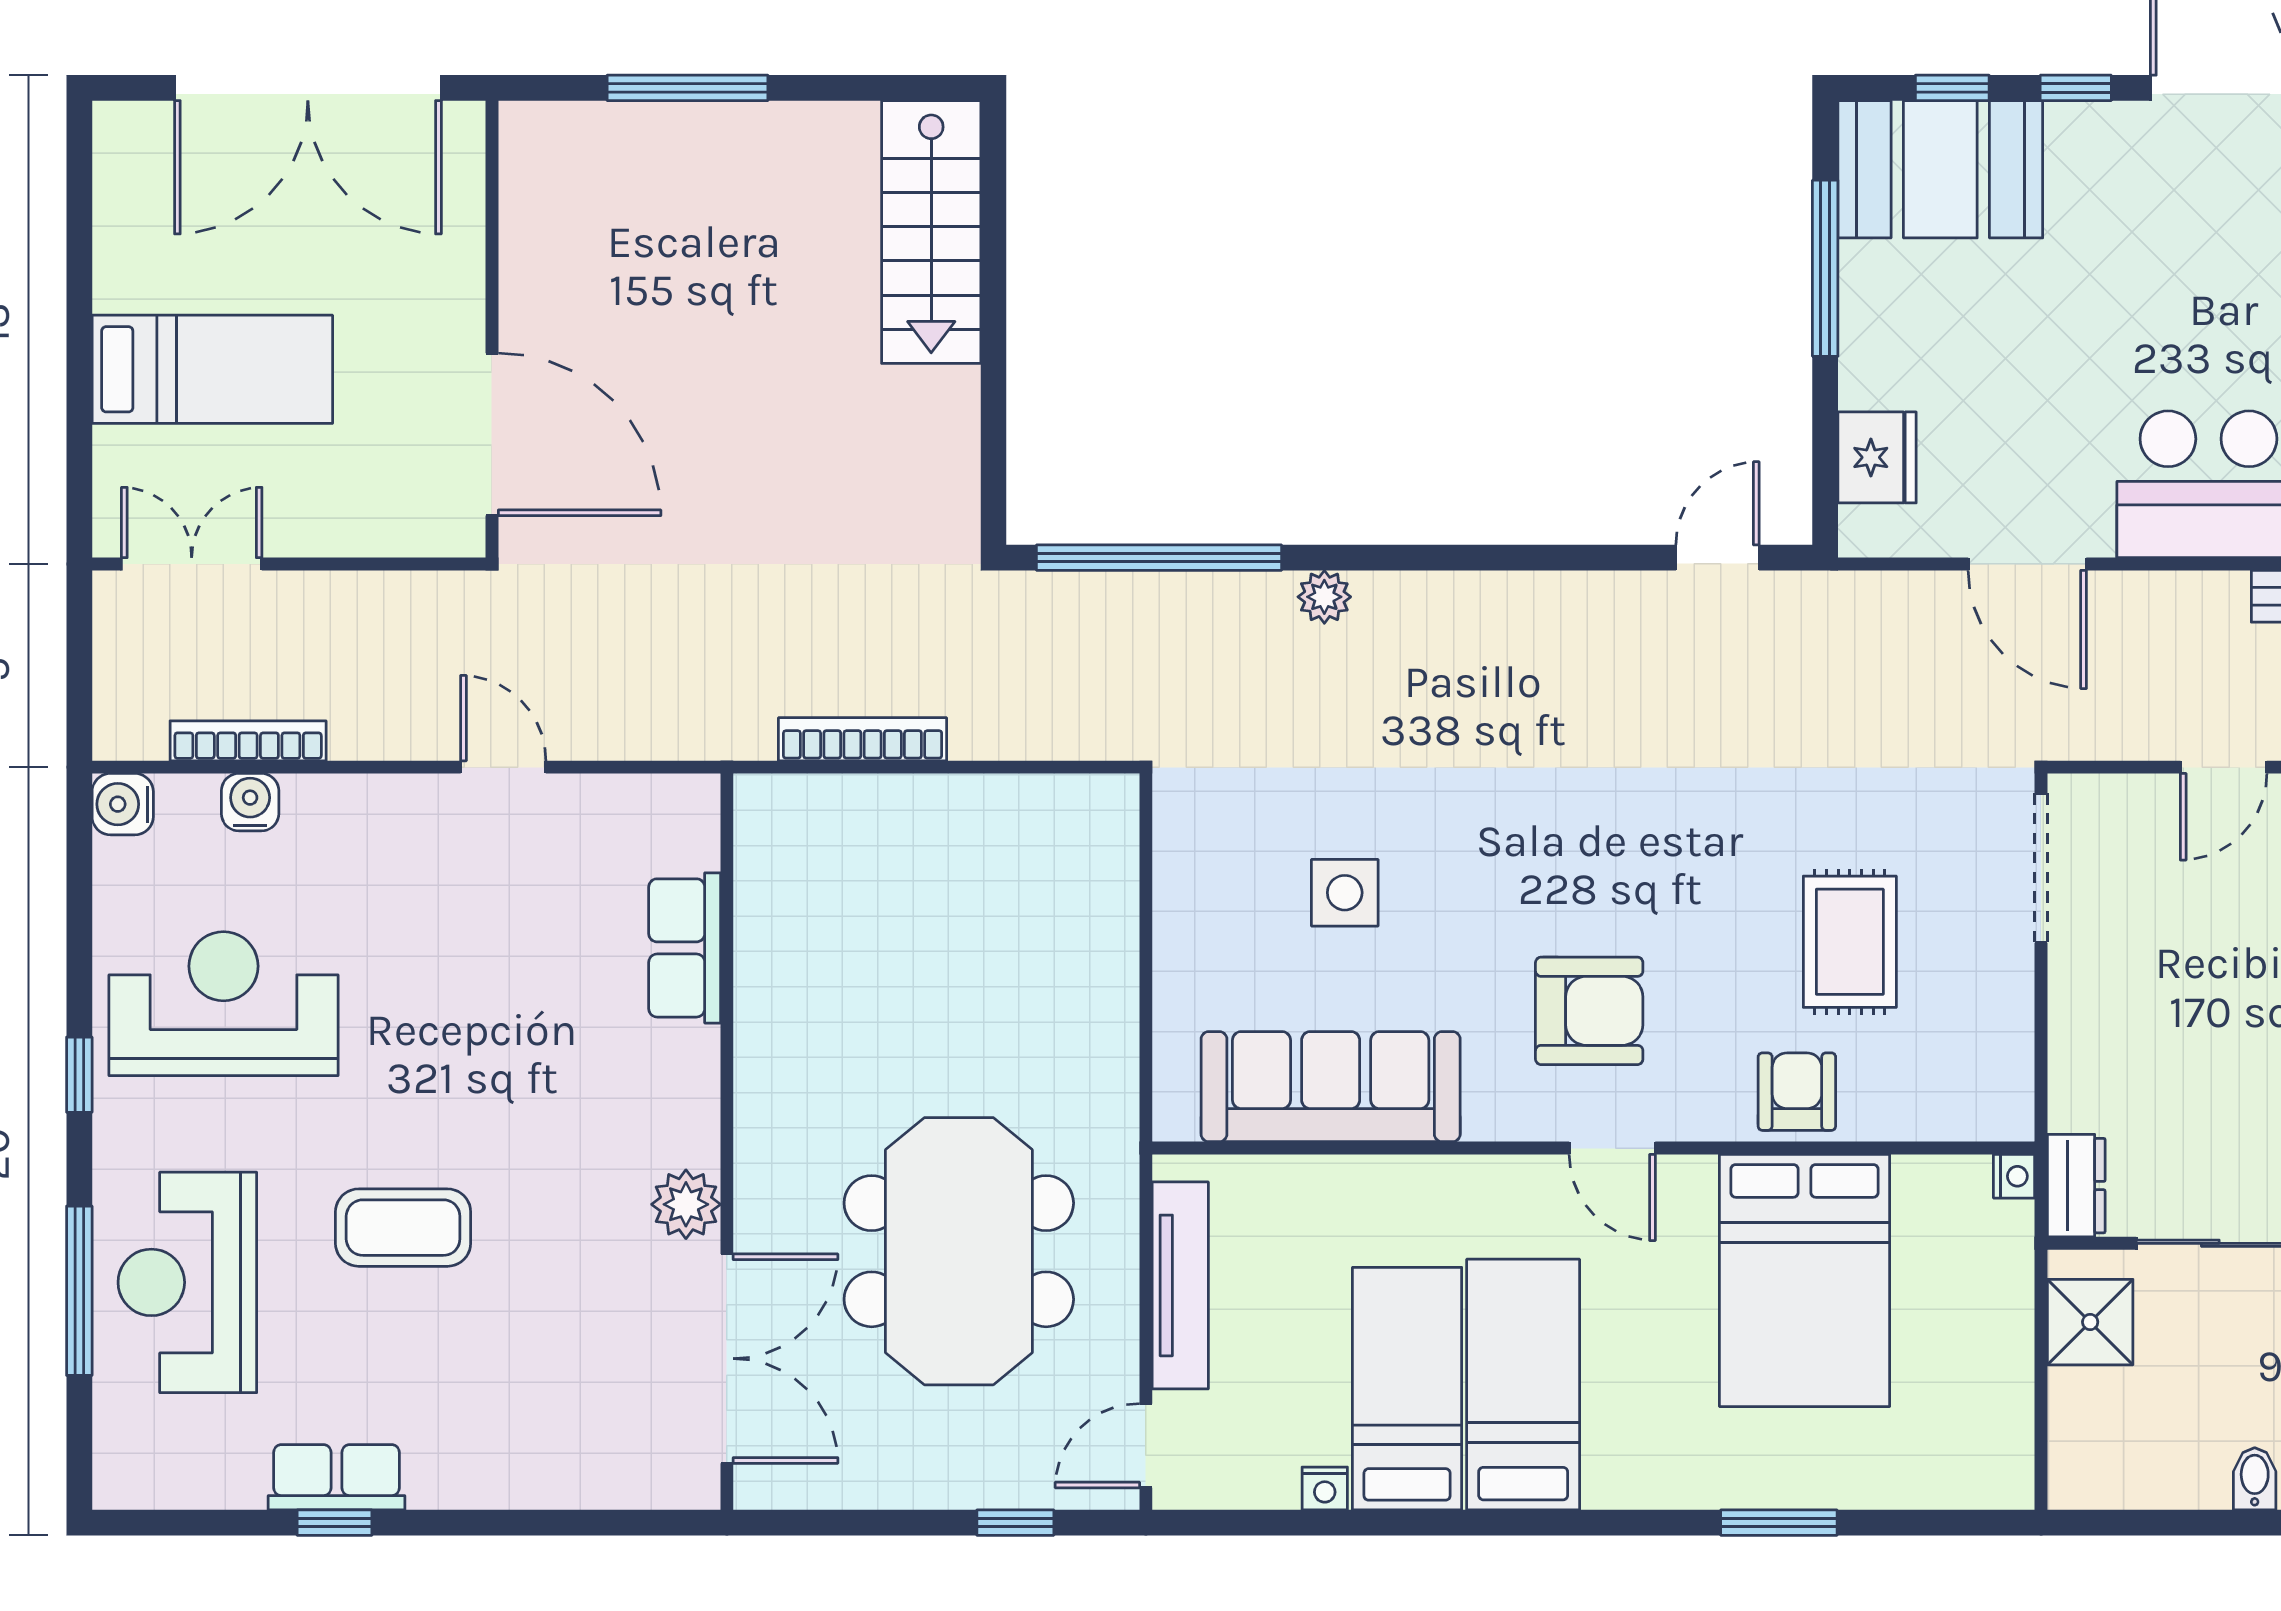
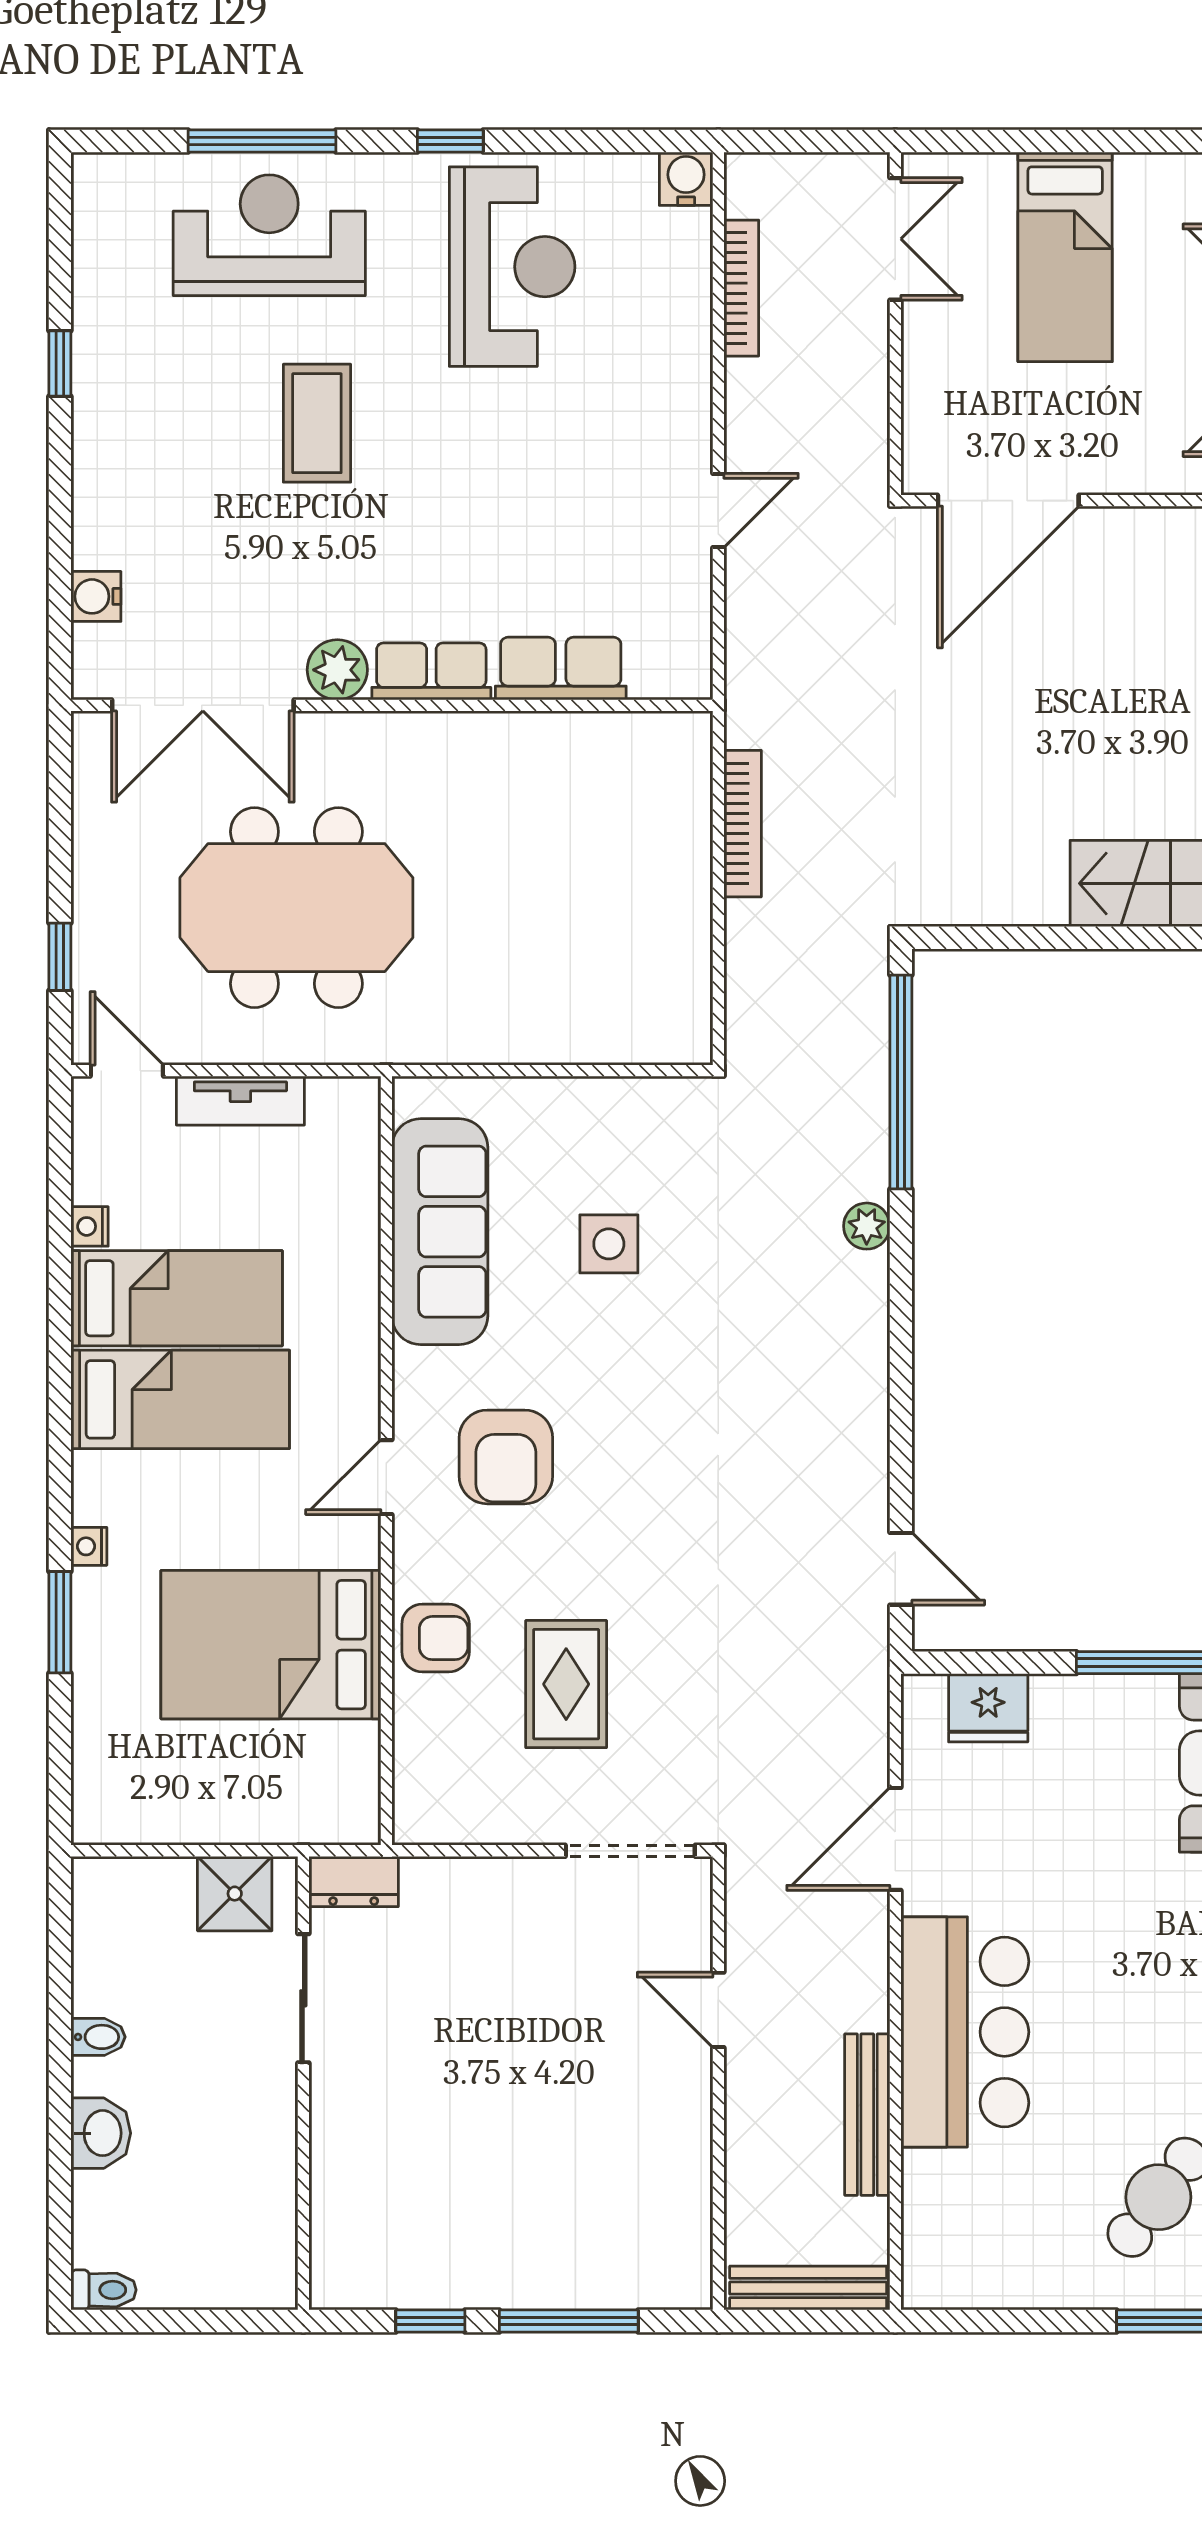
water cooler: (250, 802) -> (96, 596), moved, turned 180
rug: (1850, 942) -> (566, 1684), turned 90
nightstand: (2014, 1176) -> (89, 1546), moved, turned 90
tv unit: (1180, 1285) -> (240, 1101), width x0.71
row of seats: (336, 1477) -> (431, 671), moved, turned -90

